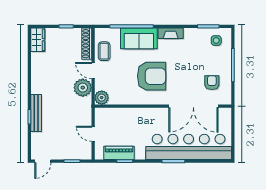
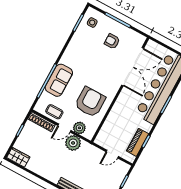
fireplace: (171, 33) -> (68, 54), removed
armchair: (152, 76) -> (90, 102), moved
armchair: (212, 83) -> (112, 41), moved
plant: (102, 98) -> (79, 128), moved

